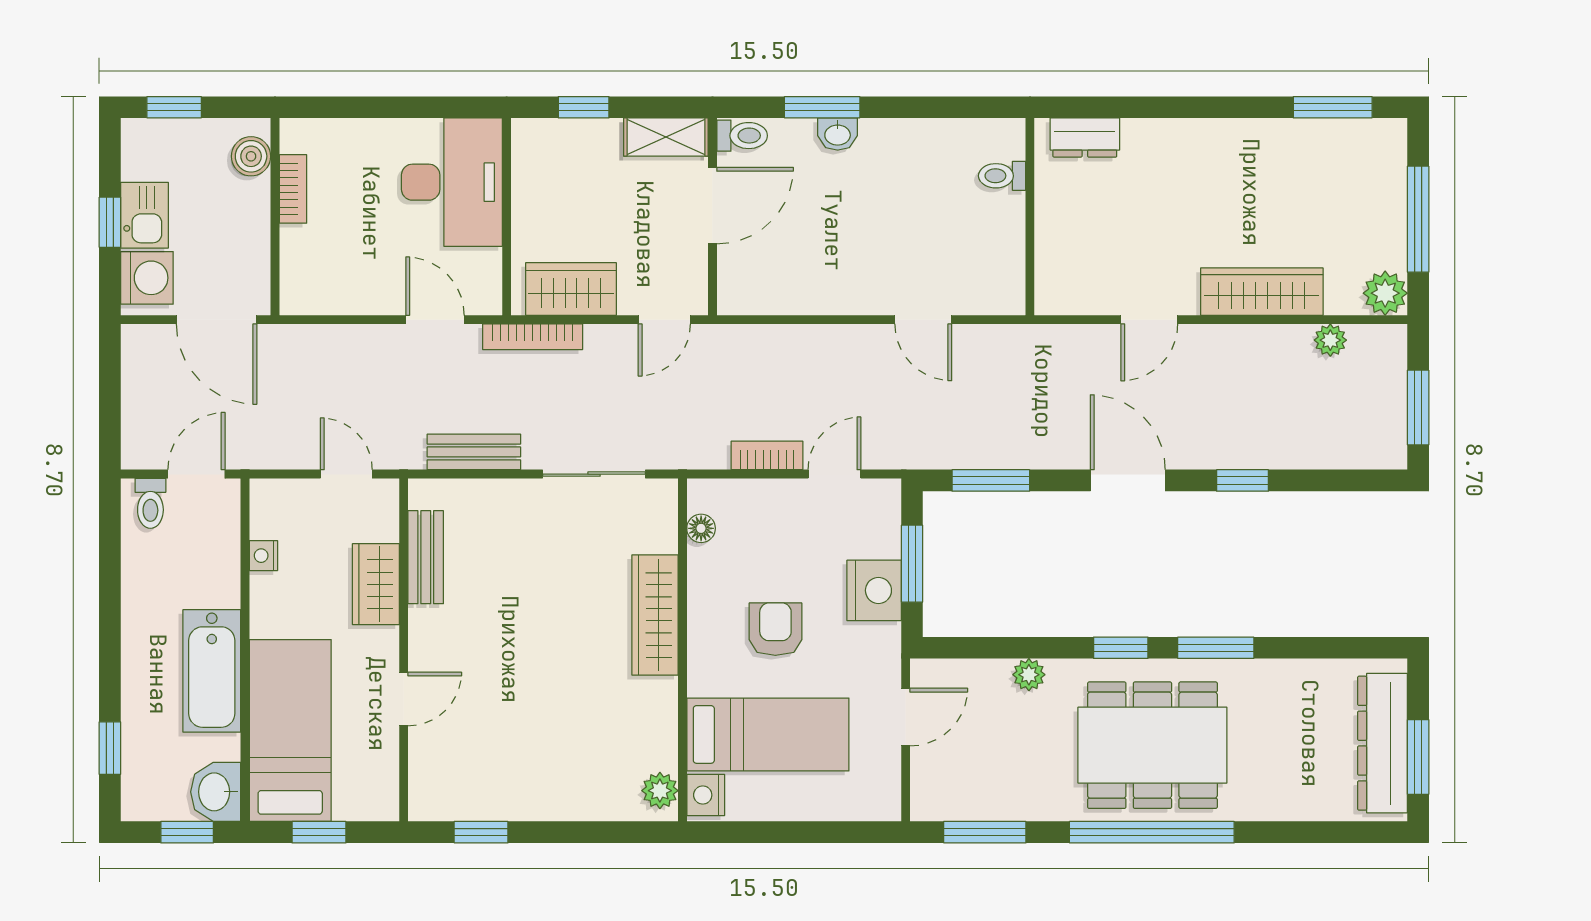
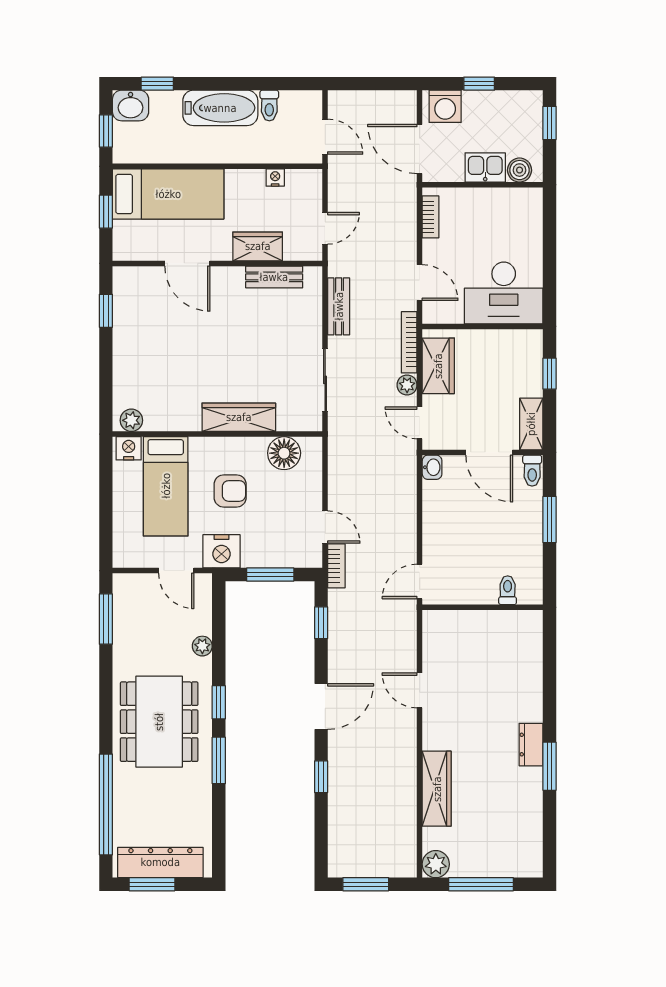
window: (1333, 107) -> (549, 766), moved
washbasin: (838, 134) -> (432, 467), moved, turned 180
dresser: (1085, 138) -> (531, 745), moved
toilet: (1002, 176) -> (508, 590), moved
bookcase: (293, 189) -> (431, 217), moved, turned -90
kitchen sink: (144, 215) -> (485, 167), moved, turned 180
wall: (1030, 217) -> (483, 607), moved
door: (217, 320) -> (420, 149), hinge flipped
door: (435, 320) -> (420, 283), hinge flipped
door: (1149, 320) -> (420, 690), moved
plant: (1330, 340) -> (407, 385), moved
bookcase: (767, 455) -> (336, 566), moved
window: (991, 480) -> (321, 623), width x0.67
toilet: (150, 503) -> (269, 106), moved, turned -90
floor lamp: (701, 528) -> (284, 453), width x1.89, depth x1.89
nightstand: (874, 590) -> (222, 551), moved
bathtub: (212, 671) -> (220, 108), moved, turned 180
door: (404, 699) -> (187, 263), width x1.38
washbasin: (216, 792) -> (131, 106), moved, turned 180
window: (1152, 832) -> (106, 804), moved

